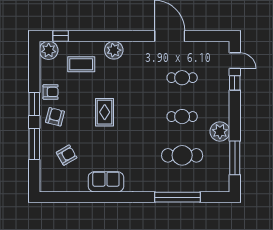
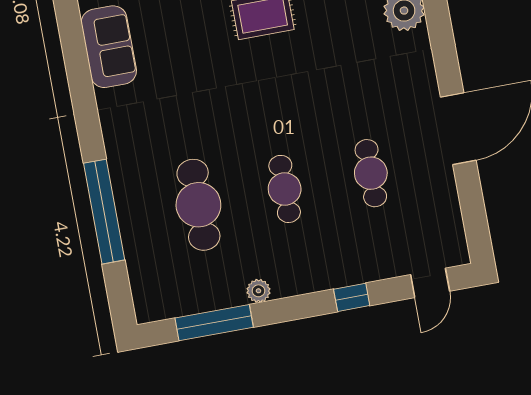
window: (235, 83) -> (352, 297), moved
plant: (220, 131) -> (258, 291), width x0.53, depth x0.53

